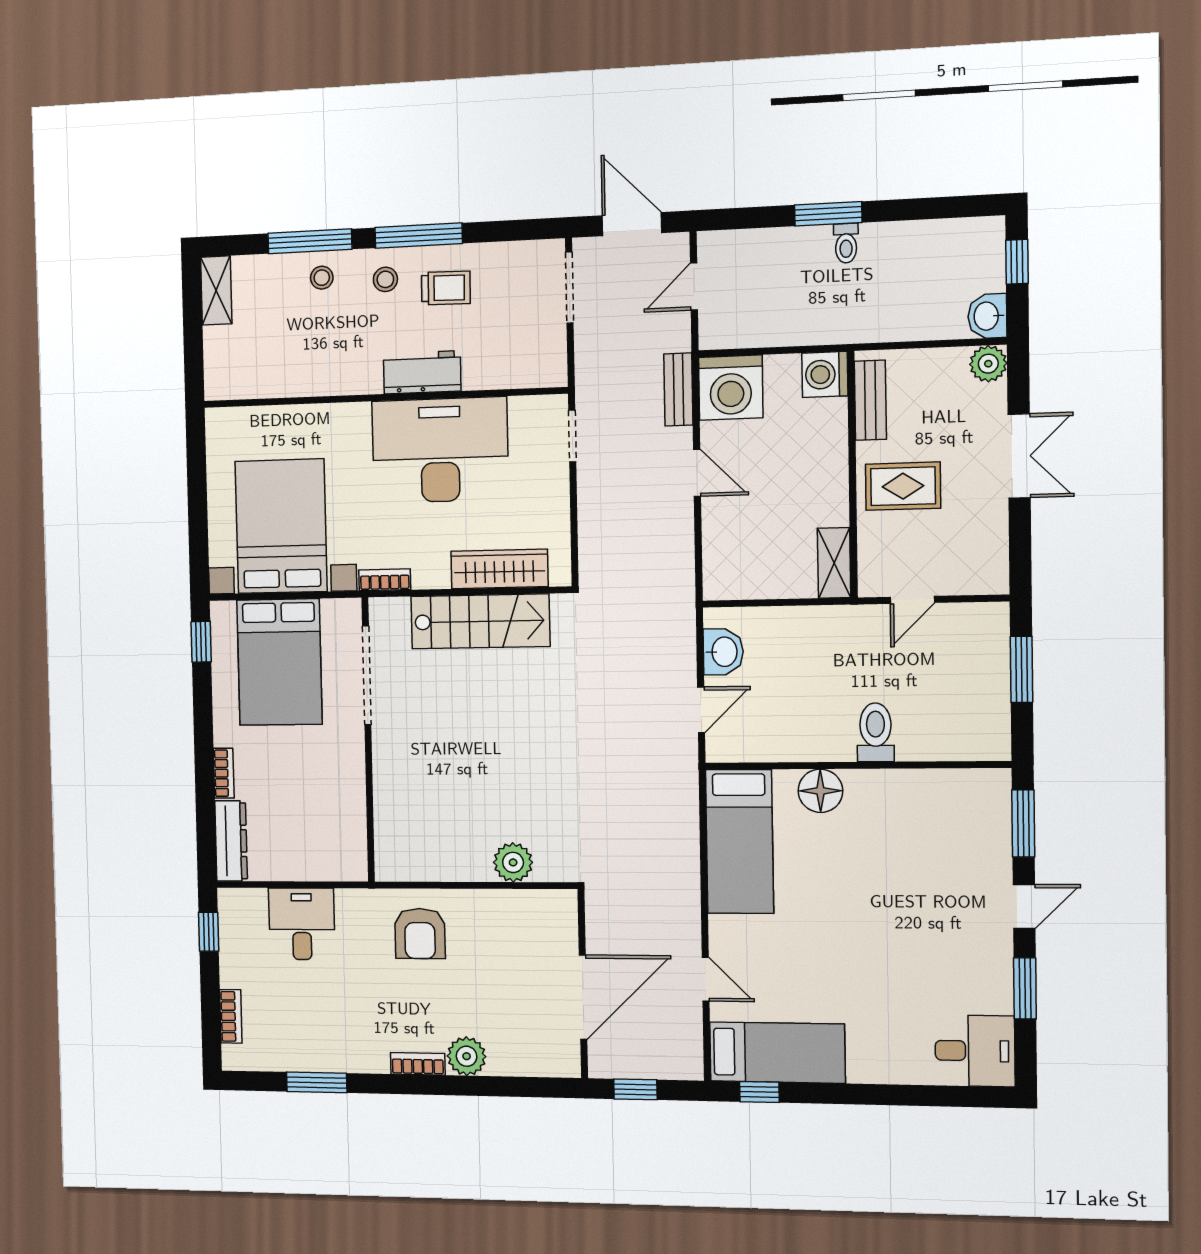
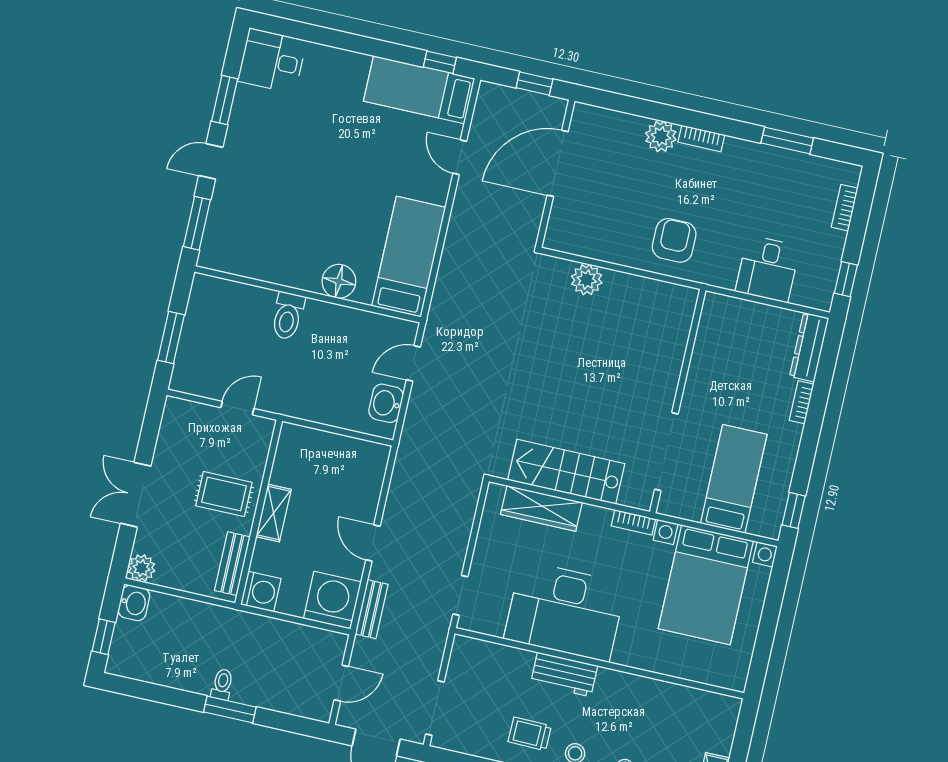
shelving: (834, 563) -> (274, 513), moved
bed: (280, 662) -> (734, 479), width x0.67

